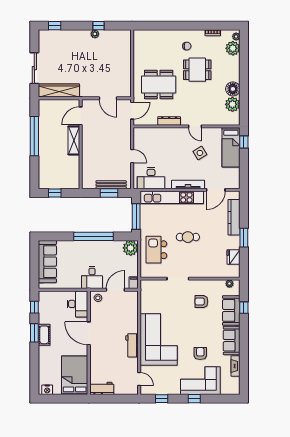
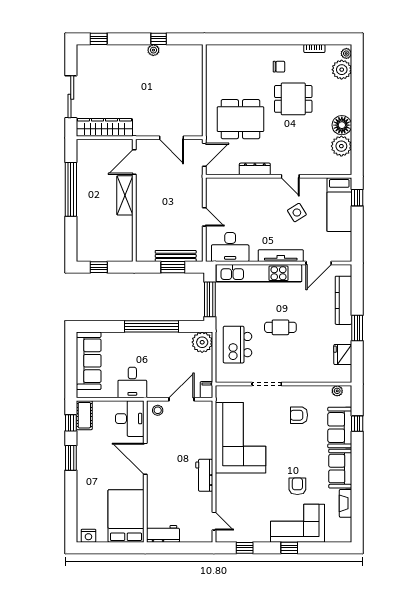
desk: (92, 277) -> (132, 382), moved
cot: (44, 335) -> (84, 415), moved
corner sofa: (159, 340) -> (241, 438), moved

